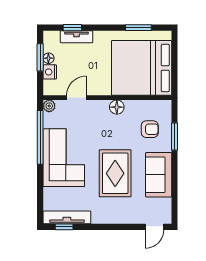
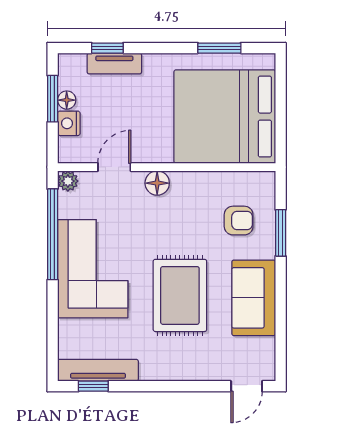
floor lamp: (117, 107) -> (157, 183), moved

